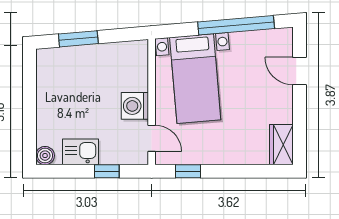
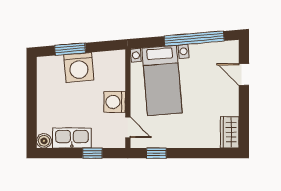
washing machine: (89, 62) -> (79, 67), added
kitchen sink: (81, 152) -> (72, 138), width x1.38

